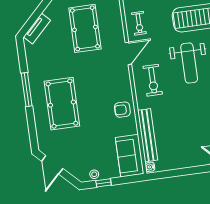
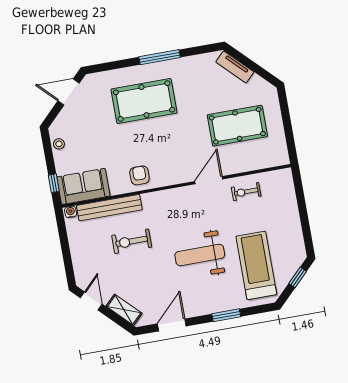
door: (128, 53) -> (209, 180), swing flipped
exercise bike: (153, 80) -> (132, 241), moved
window: (104, 183) -> (54, 183), moved

